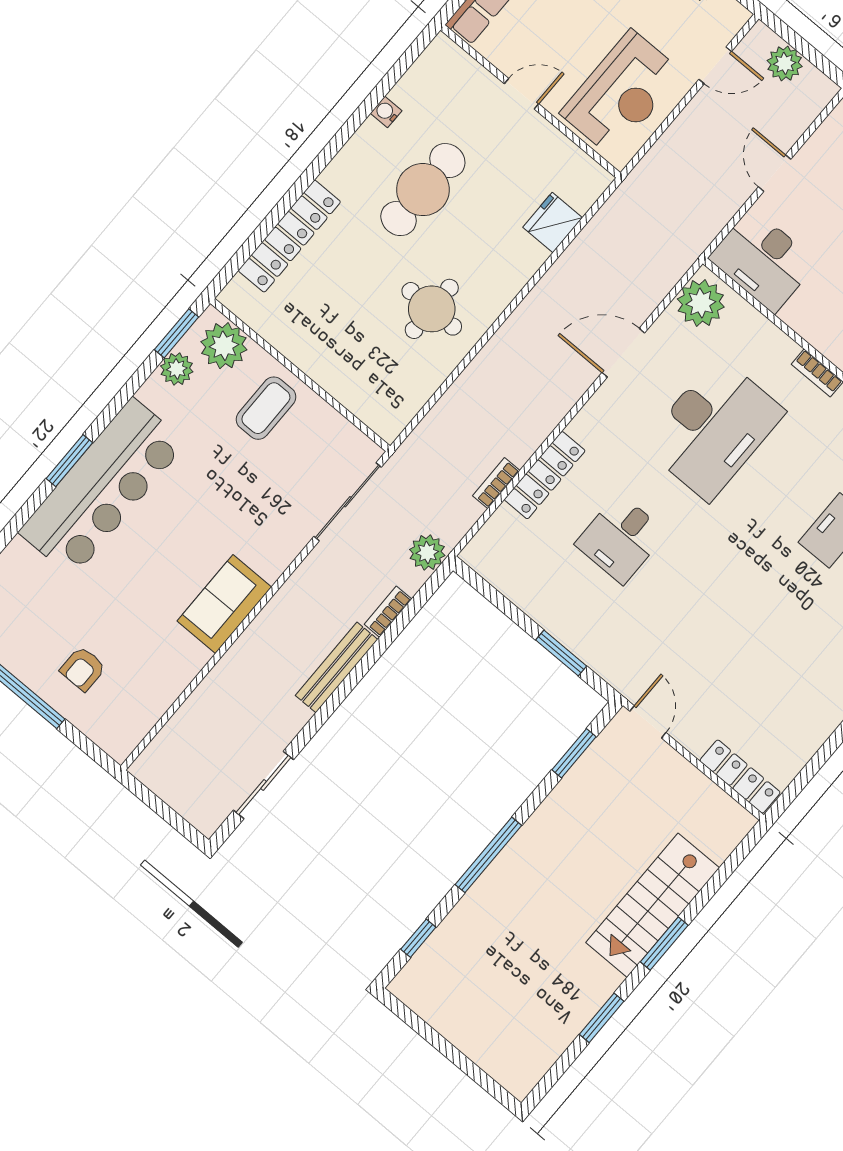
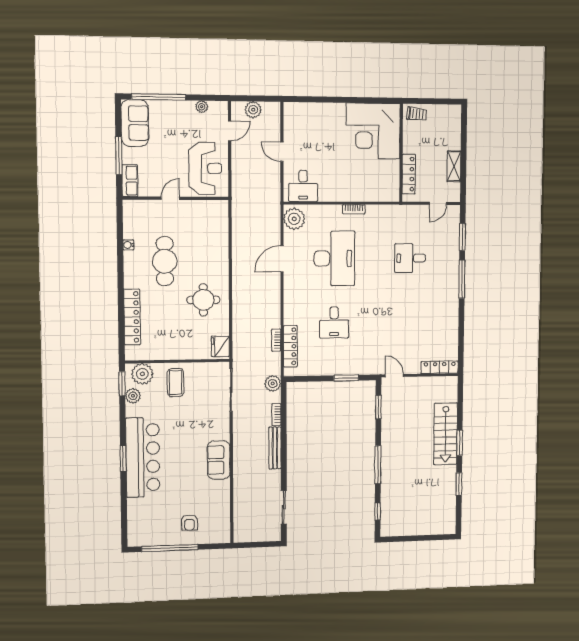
fridge: (553, 223) -> (220, 346), moved
desk: (763, 260) -> (303, 186), width x0.73
locker: (545, 475) -> (290, 346), moved

